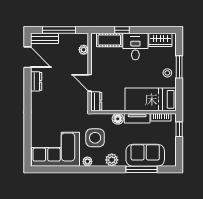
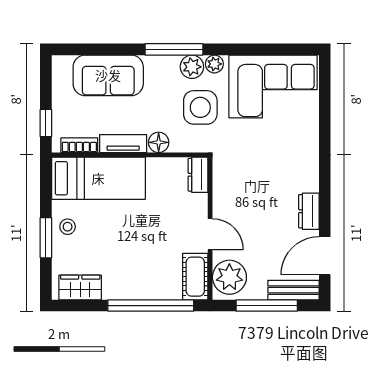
window: (122, 30) -> (151, 306), width x3.17
cot: (109, 40) -> (195, 277), moved, turned 90
desk: (135, 47) -> (126, 275), removed
plant: (84, 50) -> (229, 277), width x1.88, depth x1.88
door: (27, 57) -> (325, 256), hinge flipped
door: (90, 83) -> (210, 234), moved
plant: (112, 160) -> (192, 67), moved
window: (142, 169) -> (174, 49), moved

